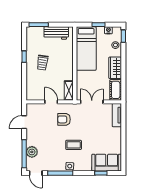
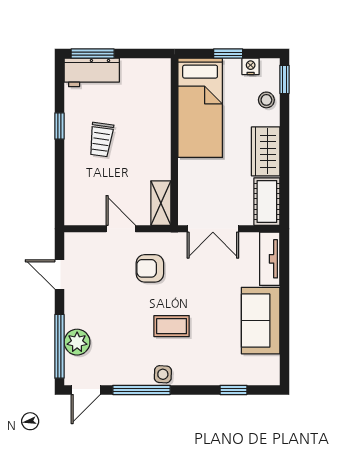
workbench: (56, 33) -> (92, 72), moved
double door: (92, 102) -> (213, 229), swing flipped
door: (24, 122) -> (59, 275), hinge flipped
sofa: (107, 163) -> (261, 321), moved, turned -90
door: (36, 173) -> (86, 390), hinge flipped

